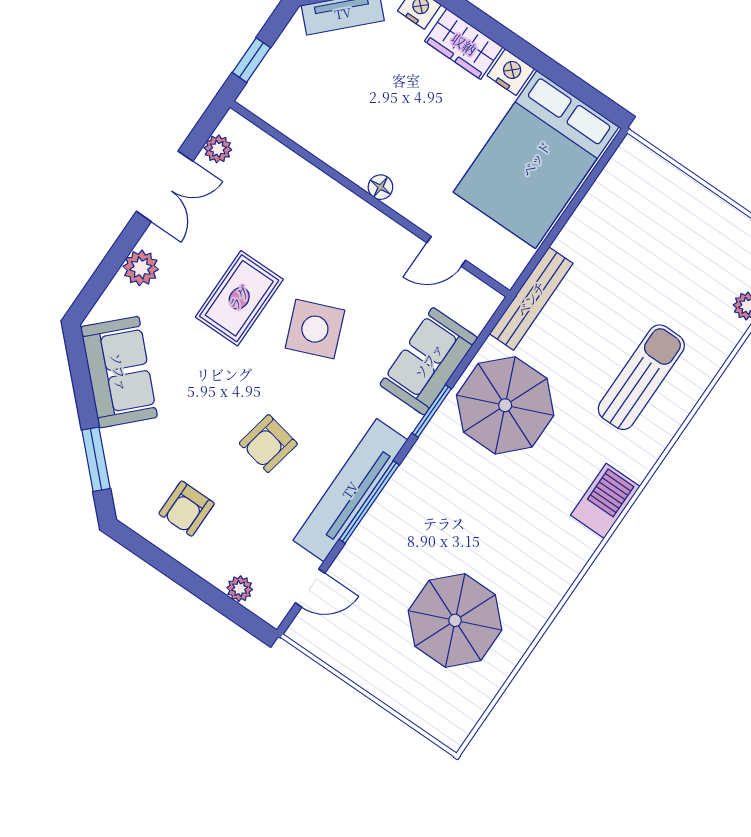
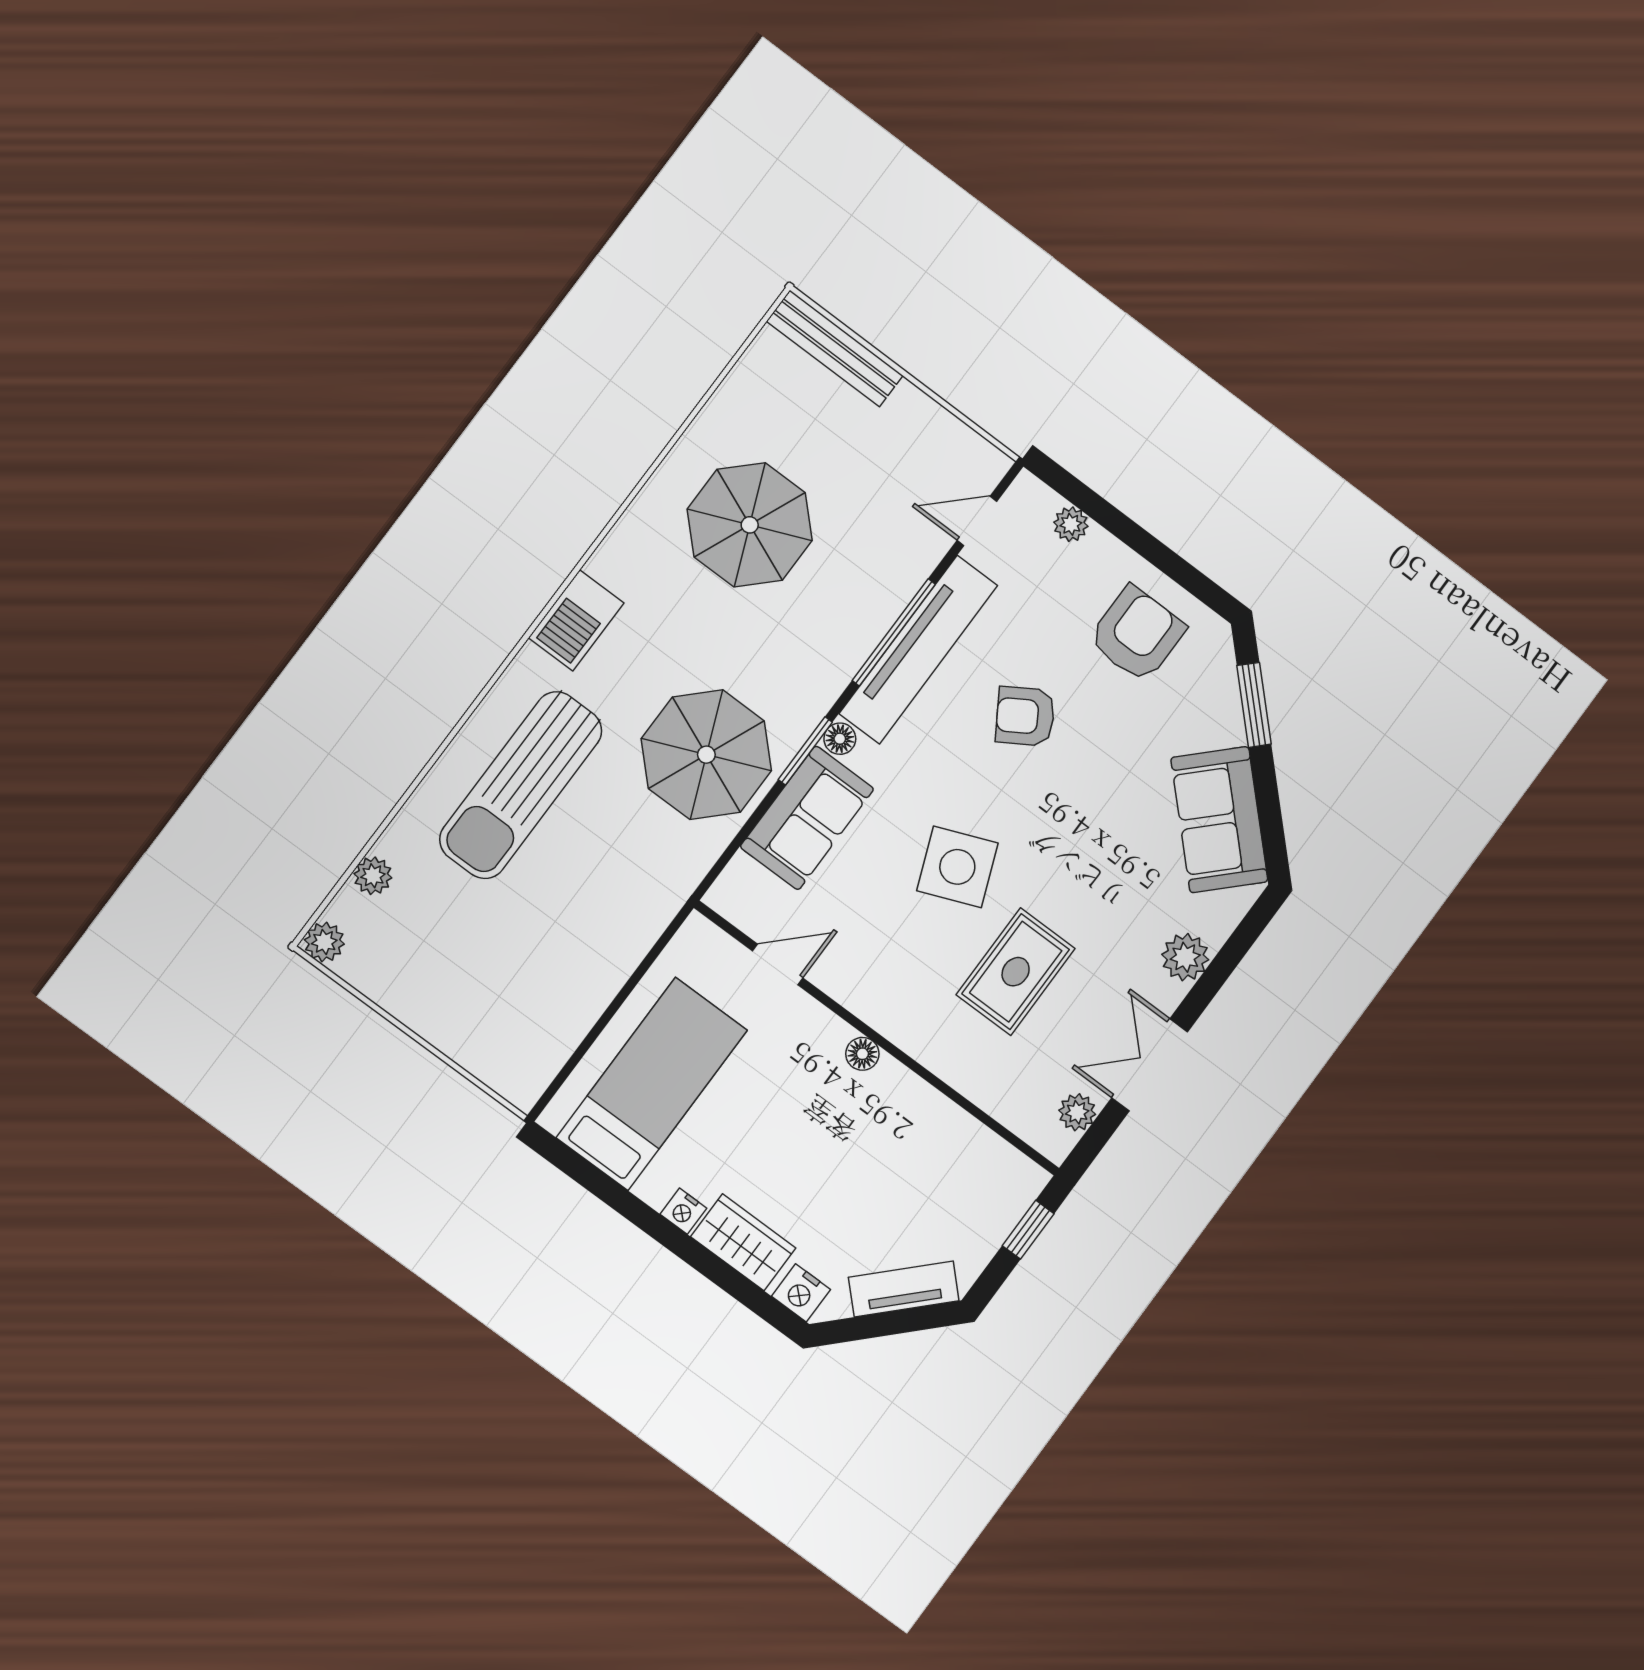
nightstand: (511, 72) -> (683, 1211), width x0.72, depth x0.74
bed: (536, 159) -> (652, 1084), width x0.67
rug: (239, 298) -> (1016, 972), moved
bench: (531, 299) -> (835, 348), moved, turned 90
sun lounger: (641, 377) -> (521, 785), width x1.36, depth x1.34
floor lamp: (406, 421) -> (840, 739), added
armchair: (268, 444) -> (1025, 716), turned -133
armchair: (187, 509) -> (1137, 634), width x1.38, depth x1.38
parasol: (455, 620) -> (750, 525), moved

